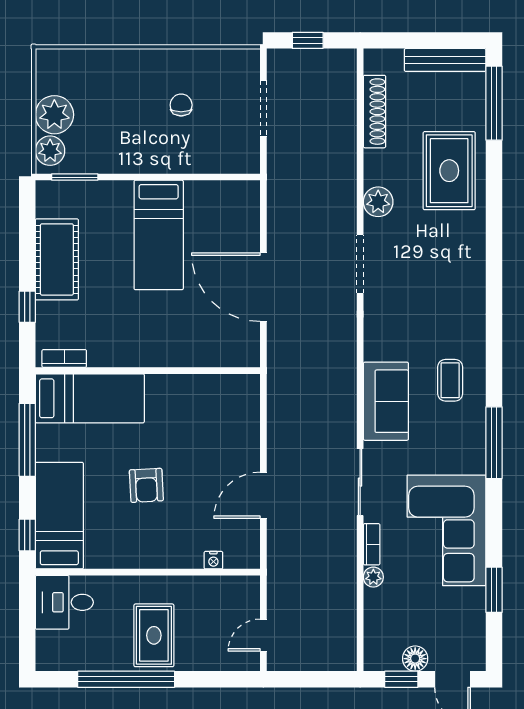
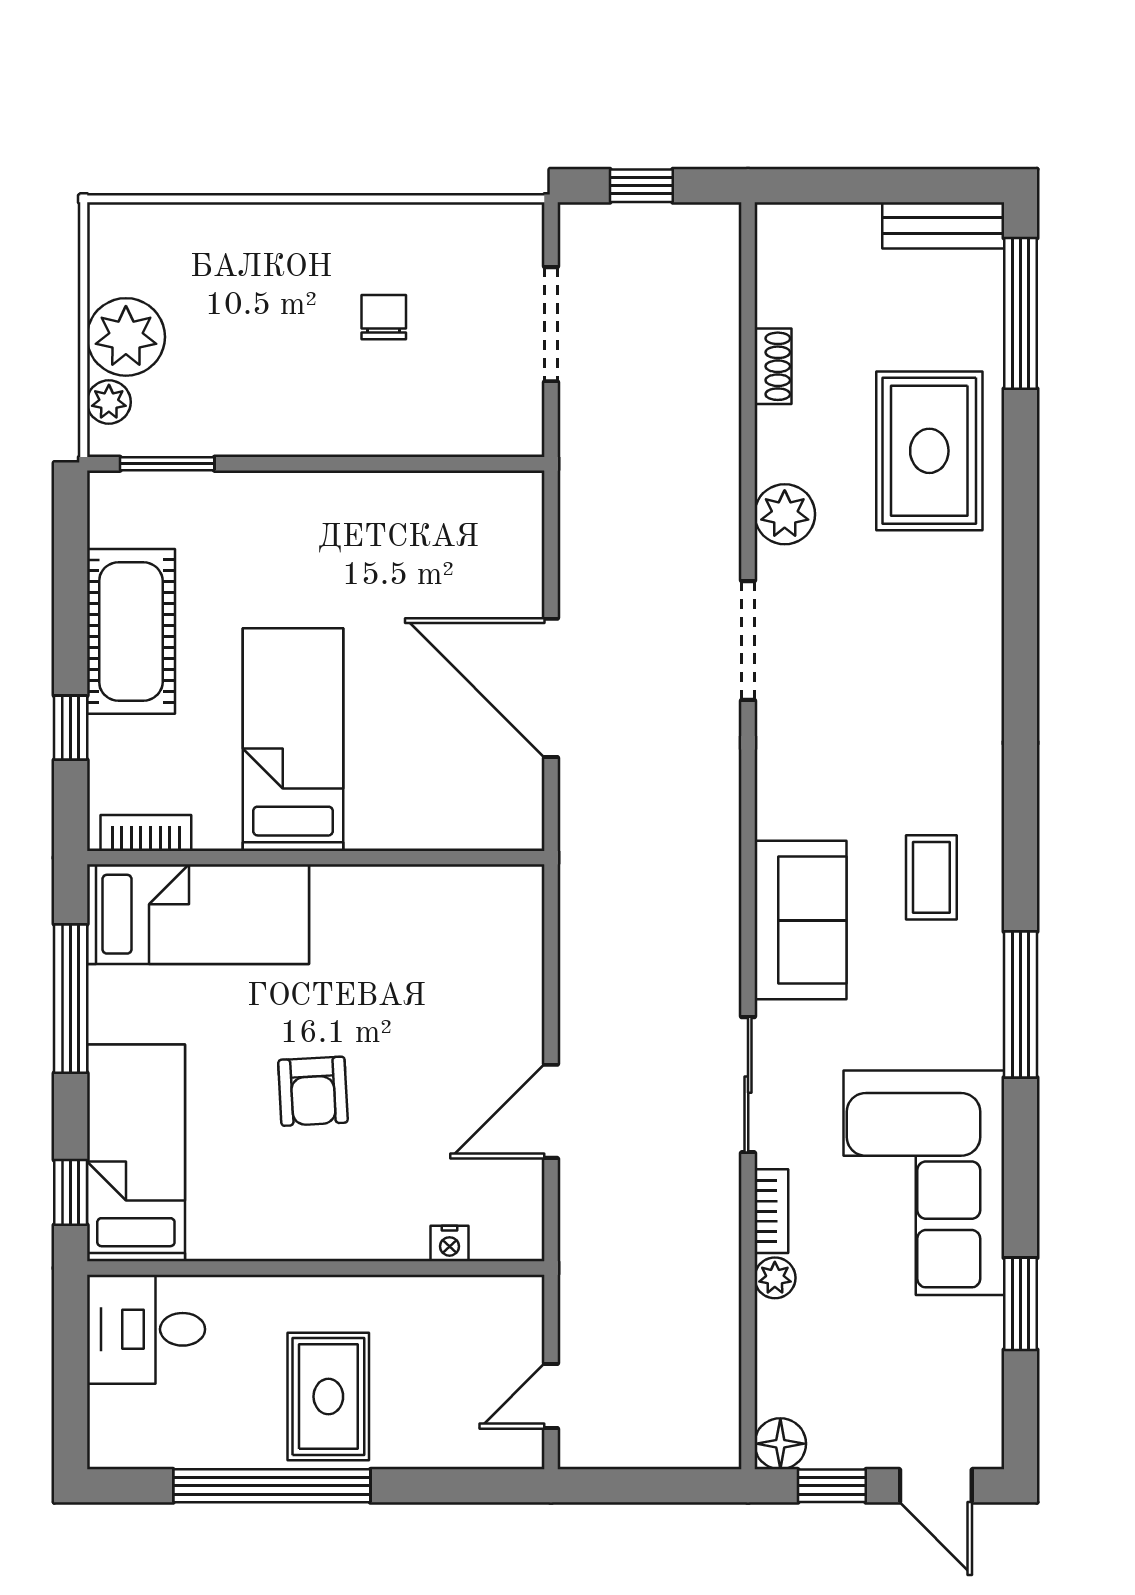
bench: (445, 60) -> (943, 225), width x0.73
shoe rack: (374, 112) -> (773, 366), width x0.51, depth x0.81
plant: (50, 151) -> (109, 402), width x0.73, depth x0.73
bed: (159, 235) -> (293, 740), moved, turned 180
floor lamp: (415, 659) -> (780, 1444), moved

